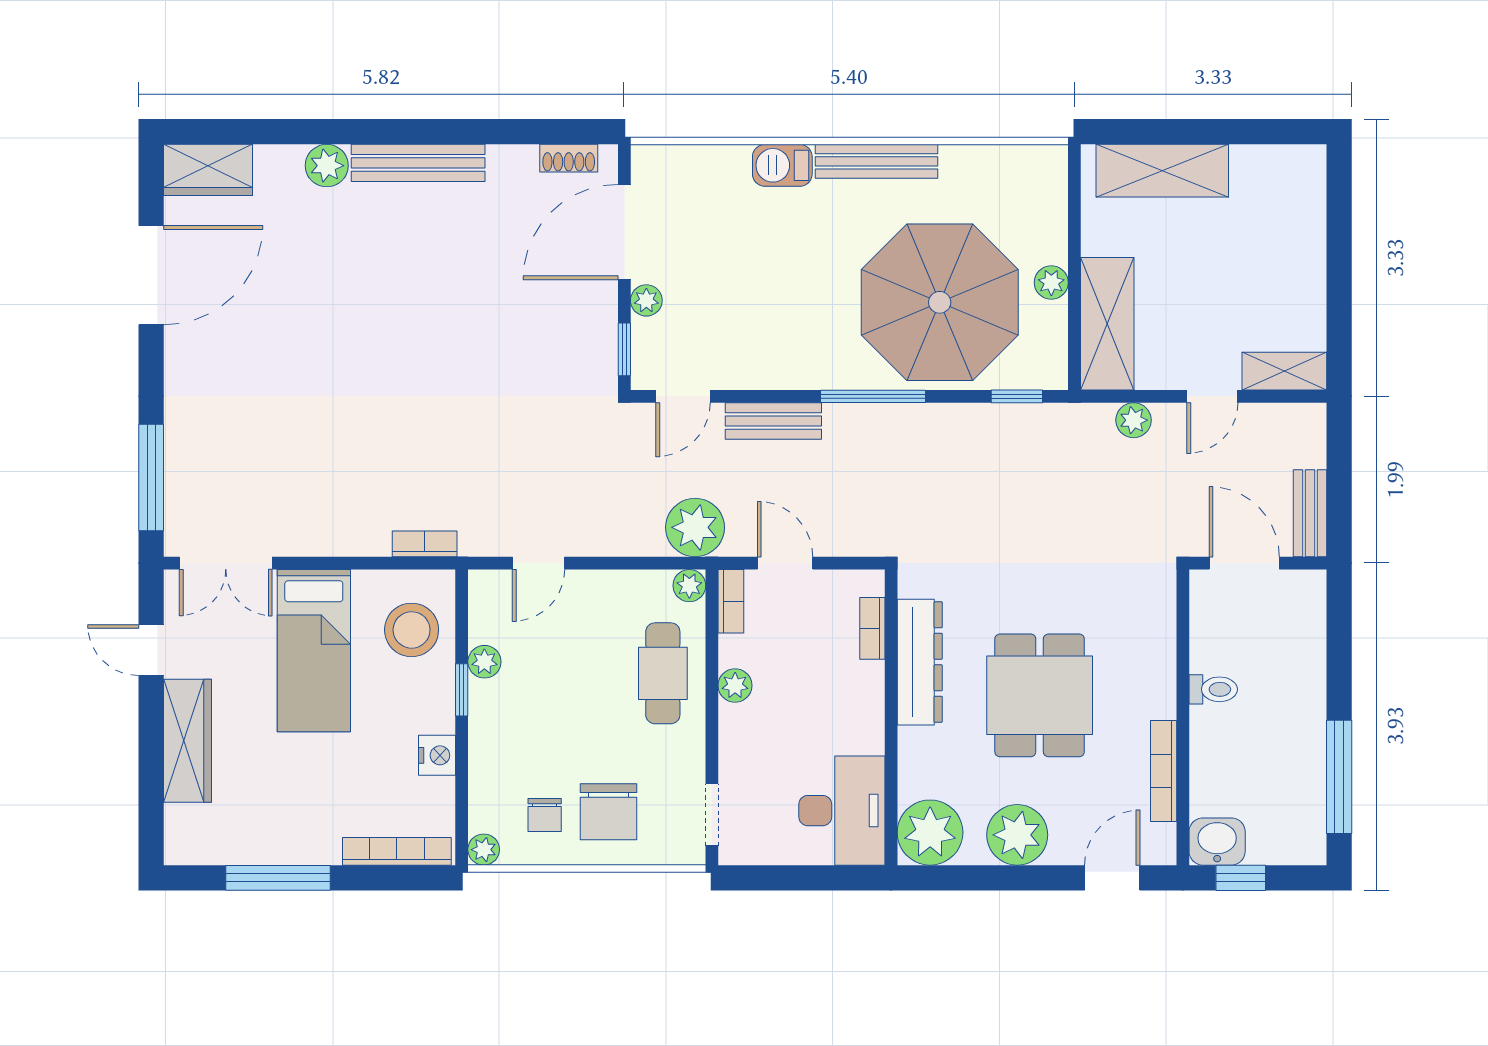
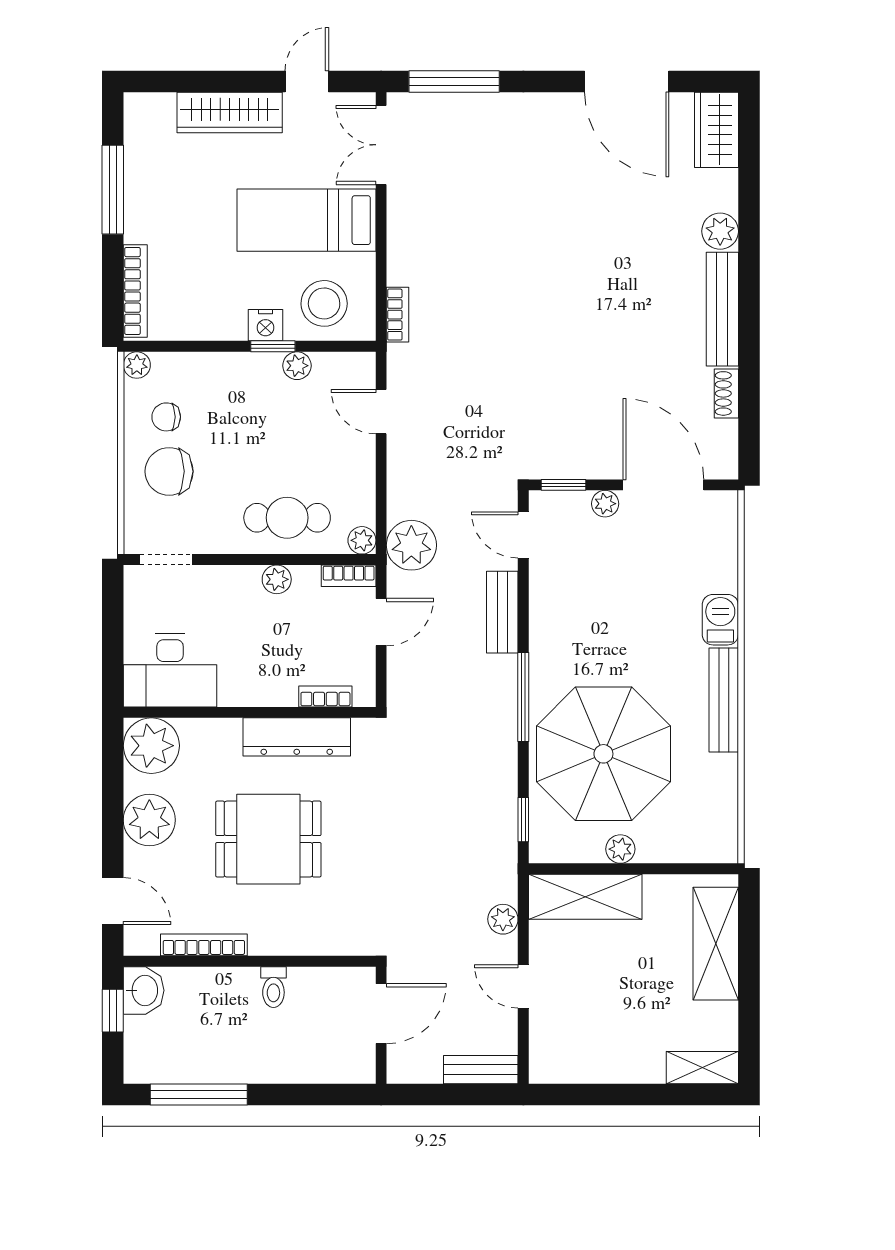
shoe rack: (569, 158) -> (726, 393), moved
shelving: (1284, 371) -> (702, 1068), moved, turned 90
bench: (1310, 513) -> (481, 1070), moved
nightstand: (437, 755) -> (265, 325), moved

